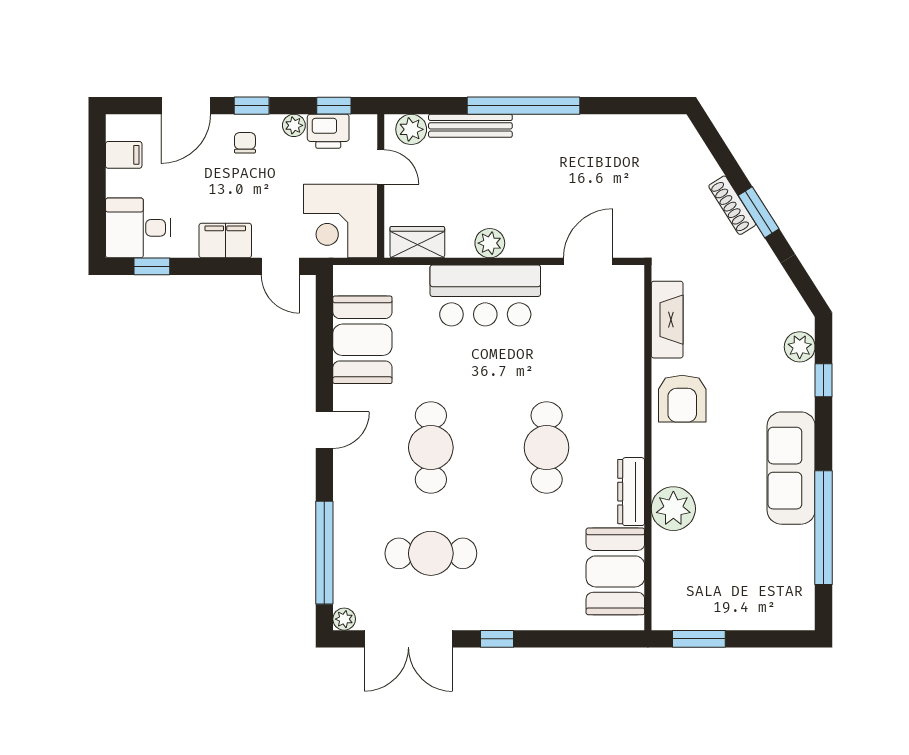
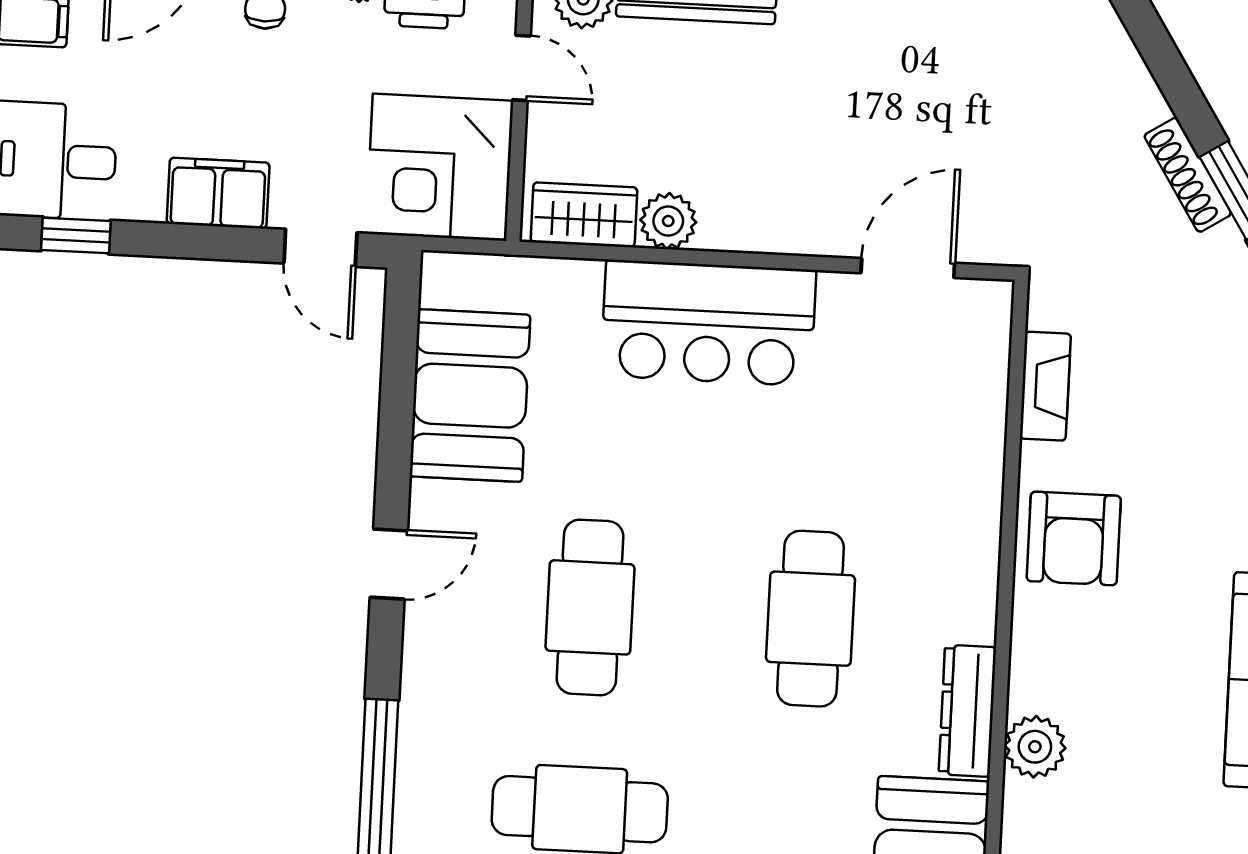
plant: (490, 243) -> (668, 221), moved
fireplace: (667, 320) -> (1045, 386), width x0.73, depth x0.76
plant: (673, 509) -> (1035, 747), width x0.73, depth x0.73

